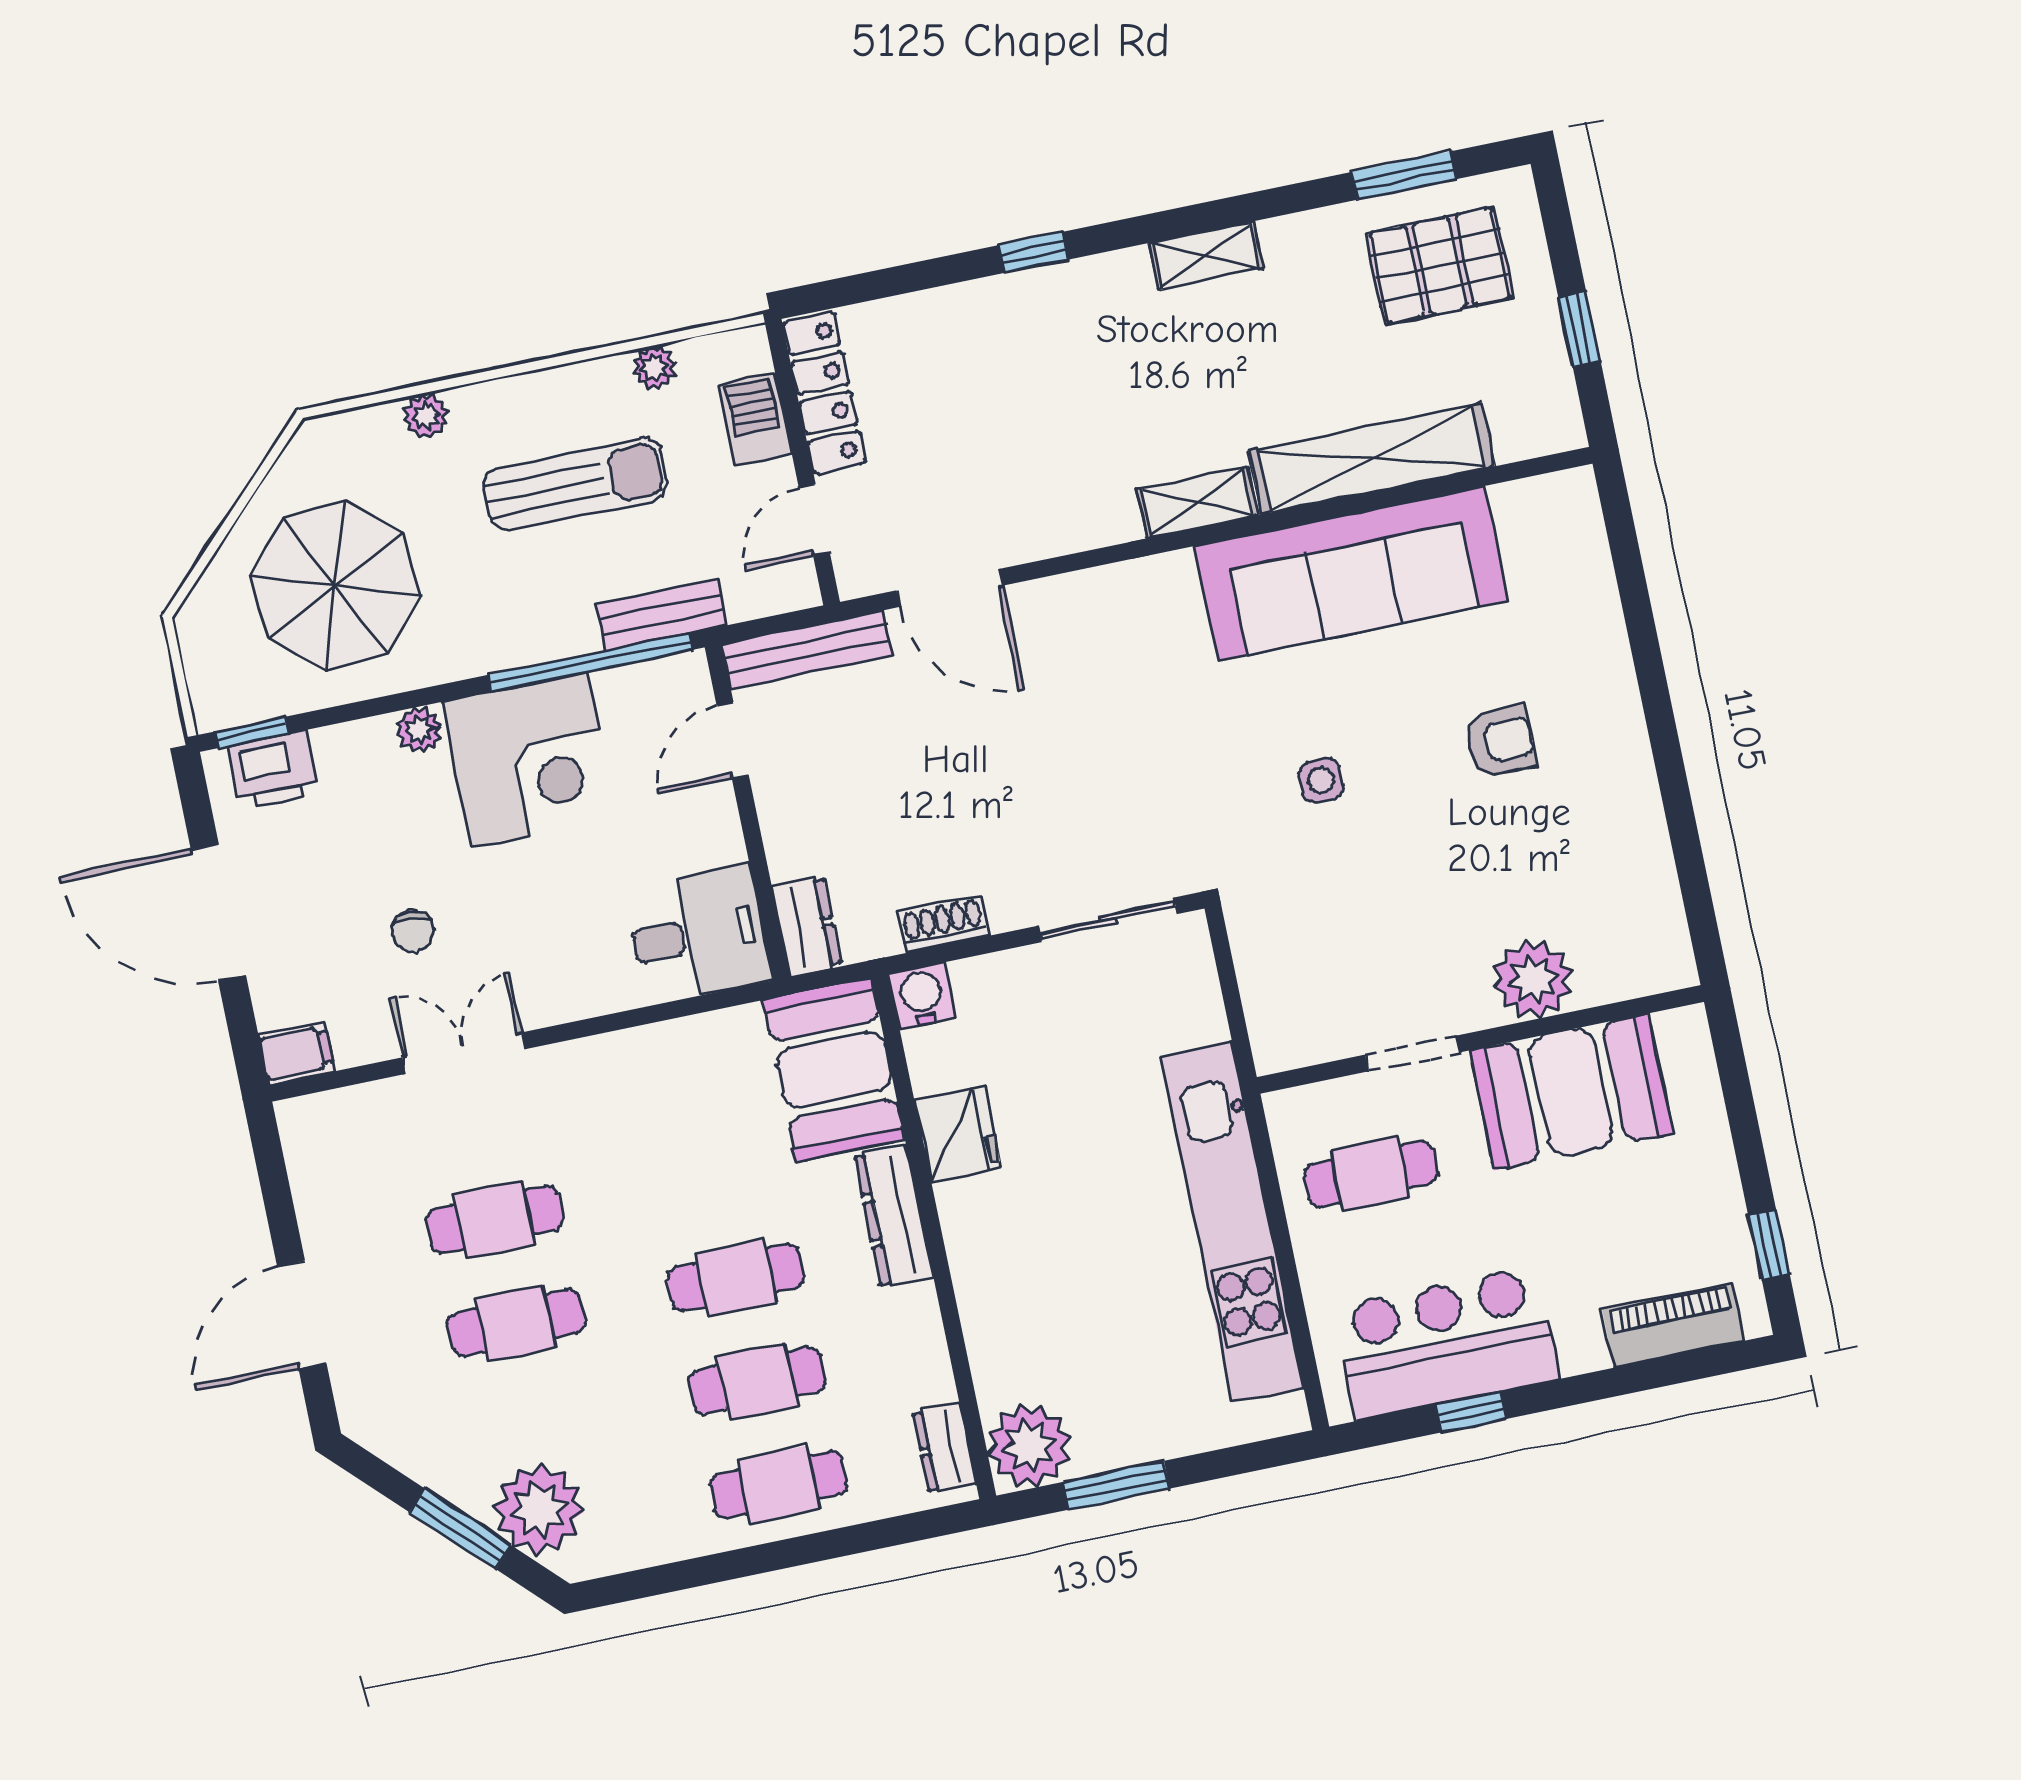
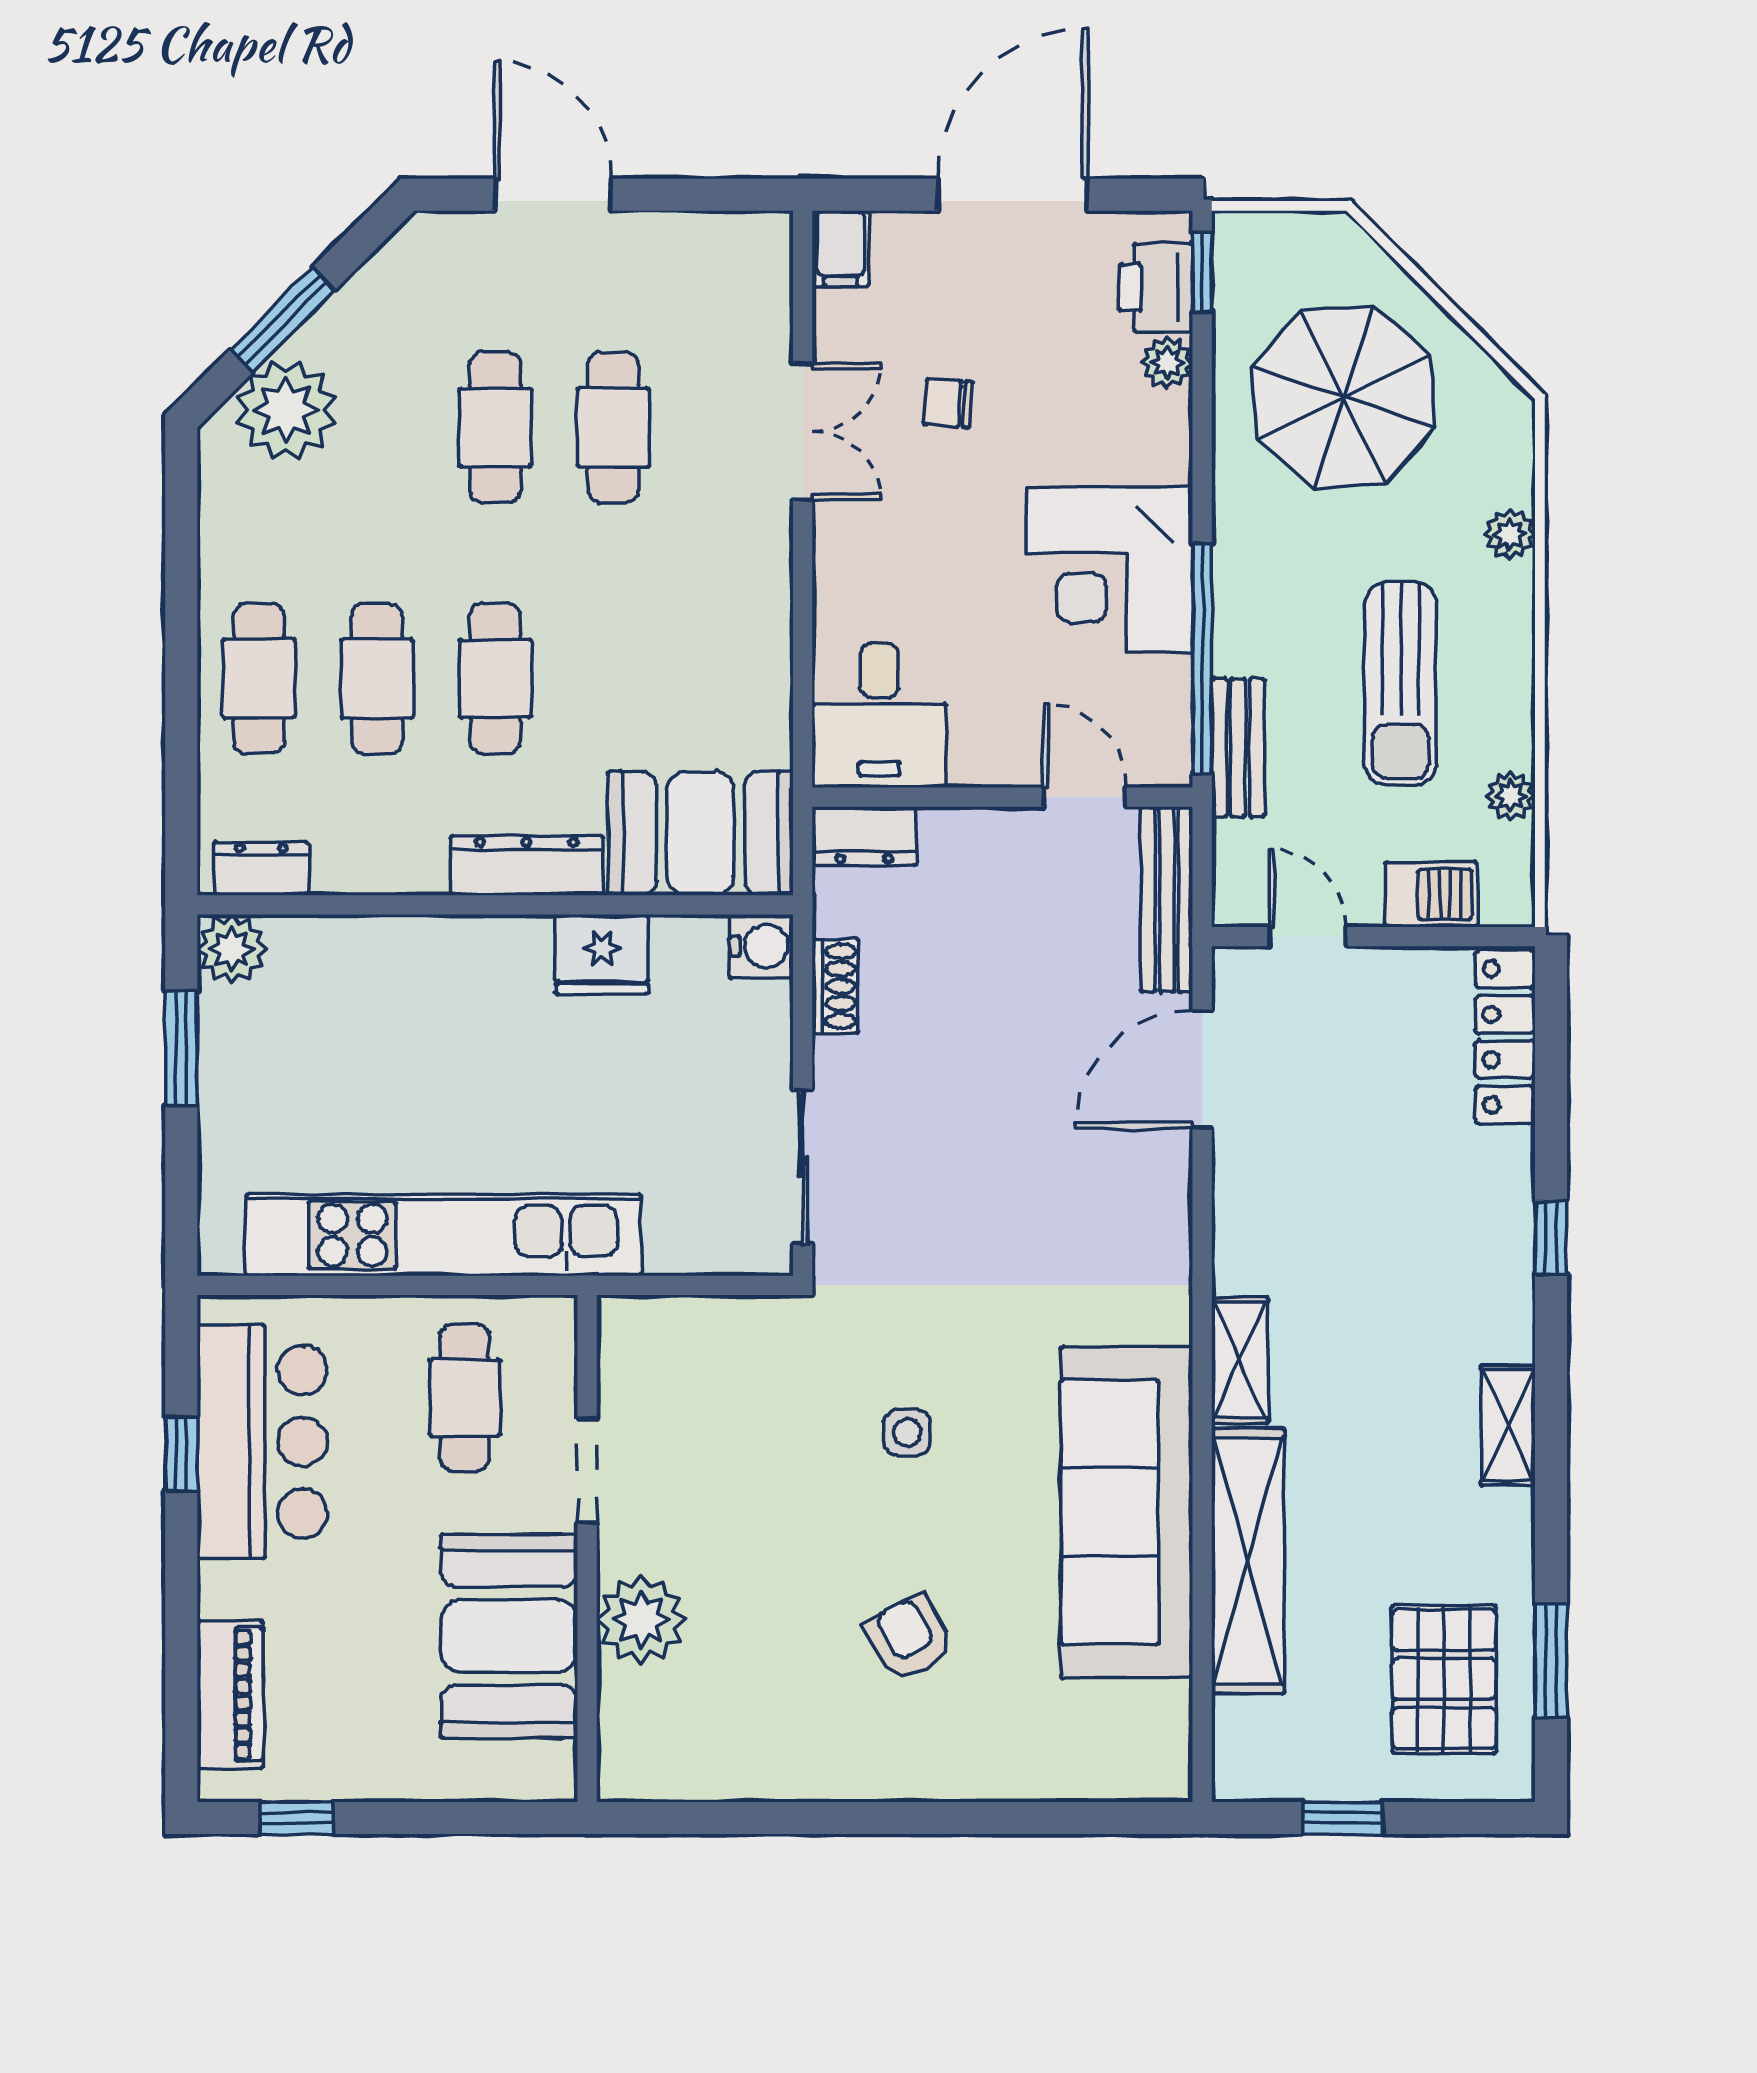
locker: (824, 393) -> (1505, 1037), moved, turned 90
plant: (419, 730) -> (1167, 362), moved
armchair: (1500, 741) -> (909, 1638), turned 151
plant: (1029, 1446) -> (232, 949), width x0.73, depth x0.73

